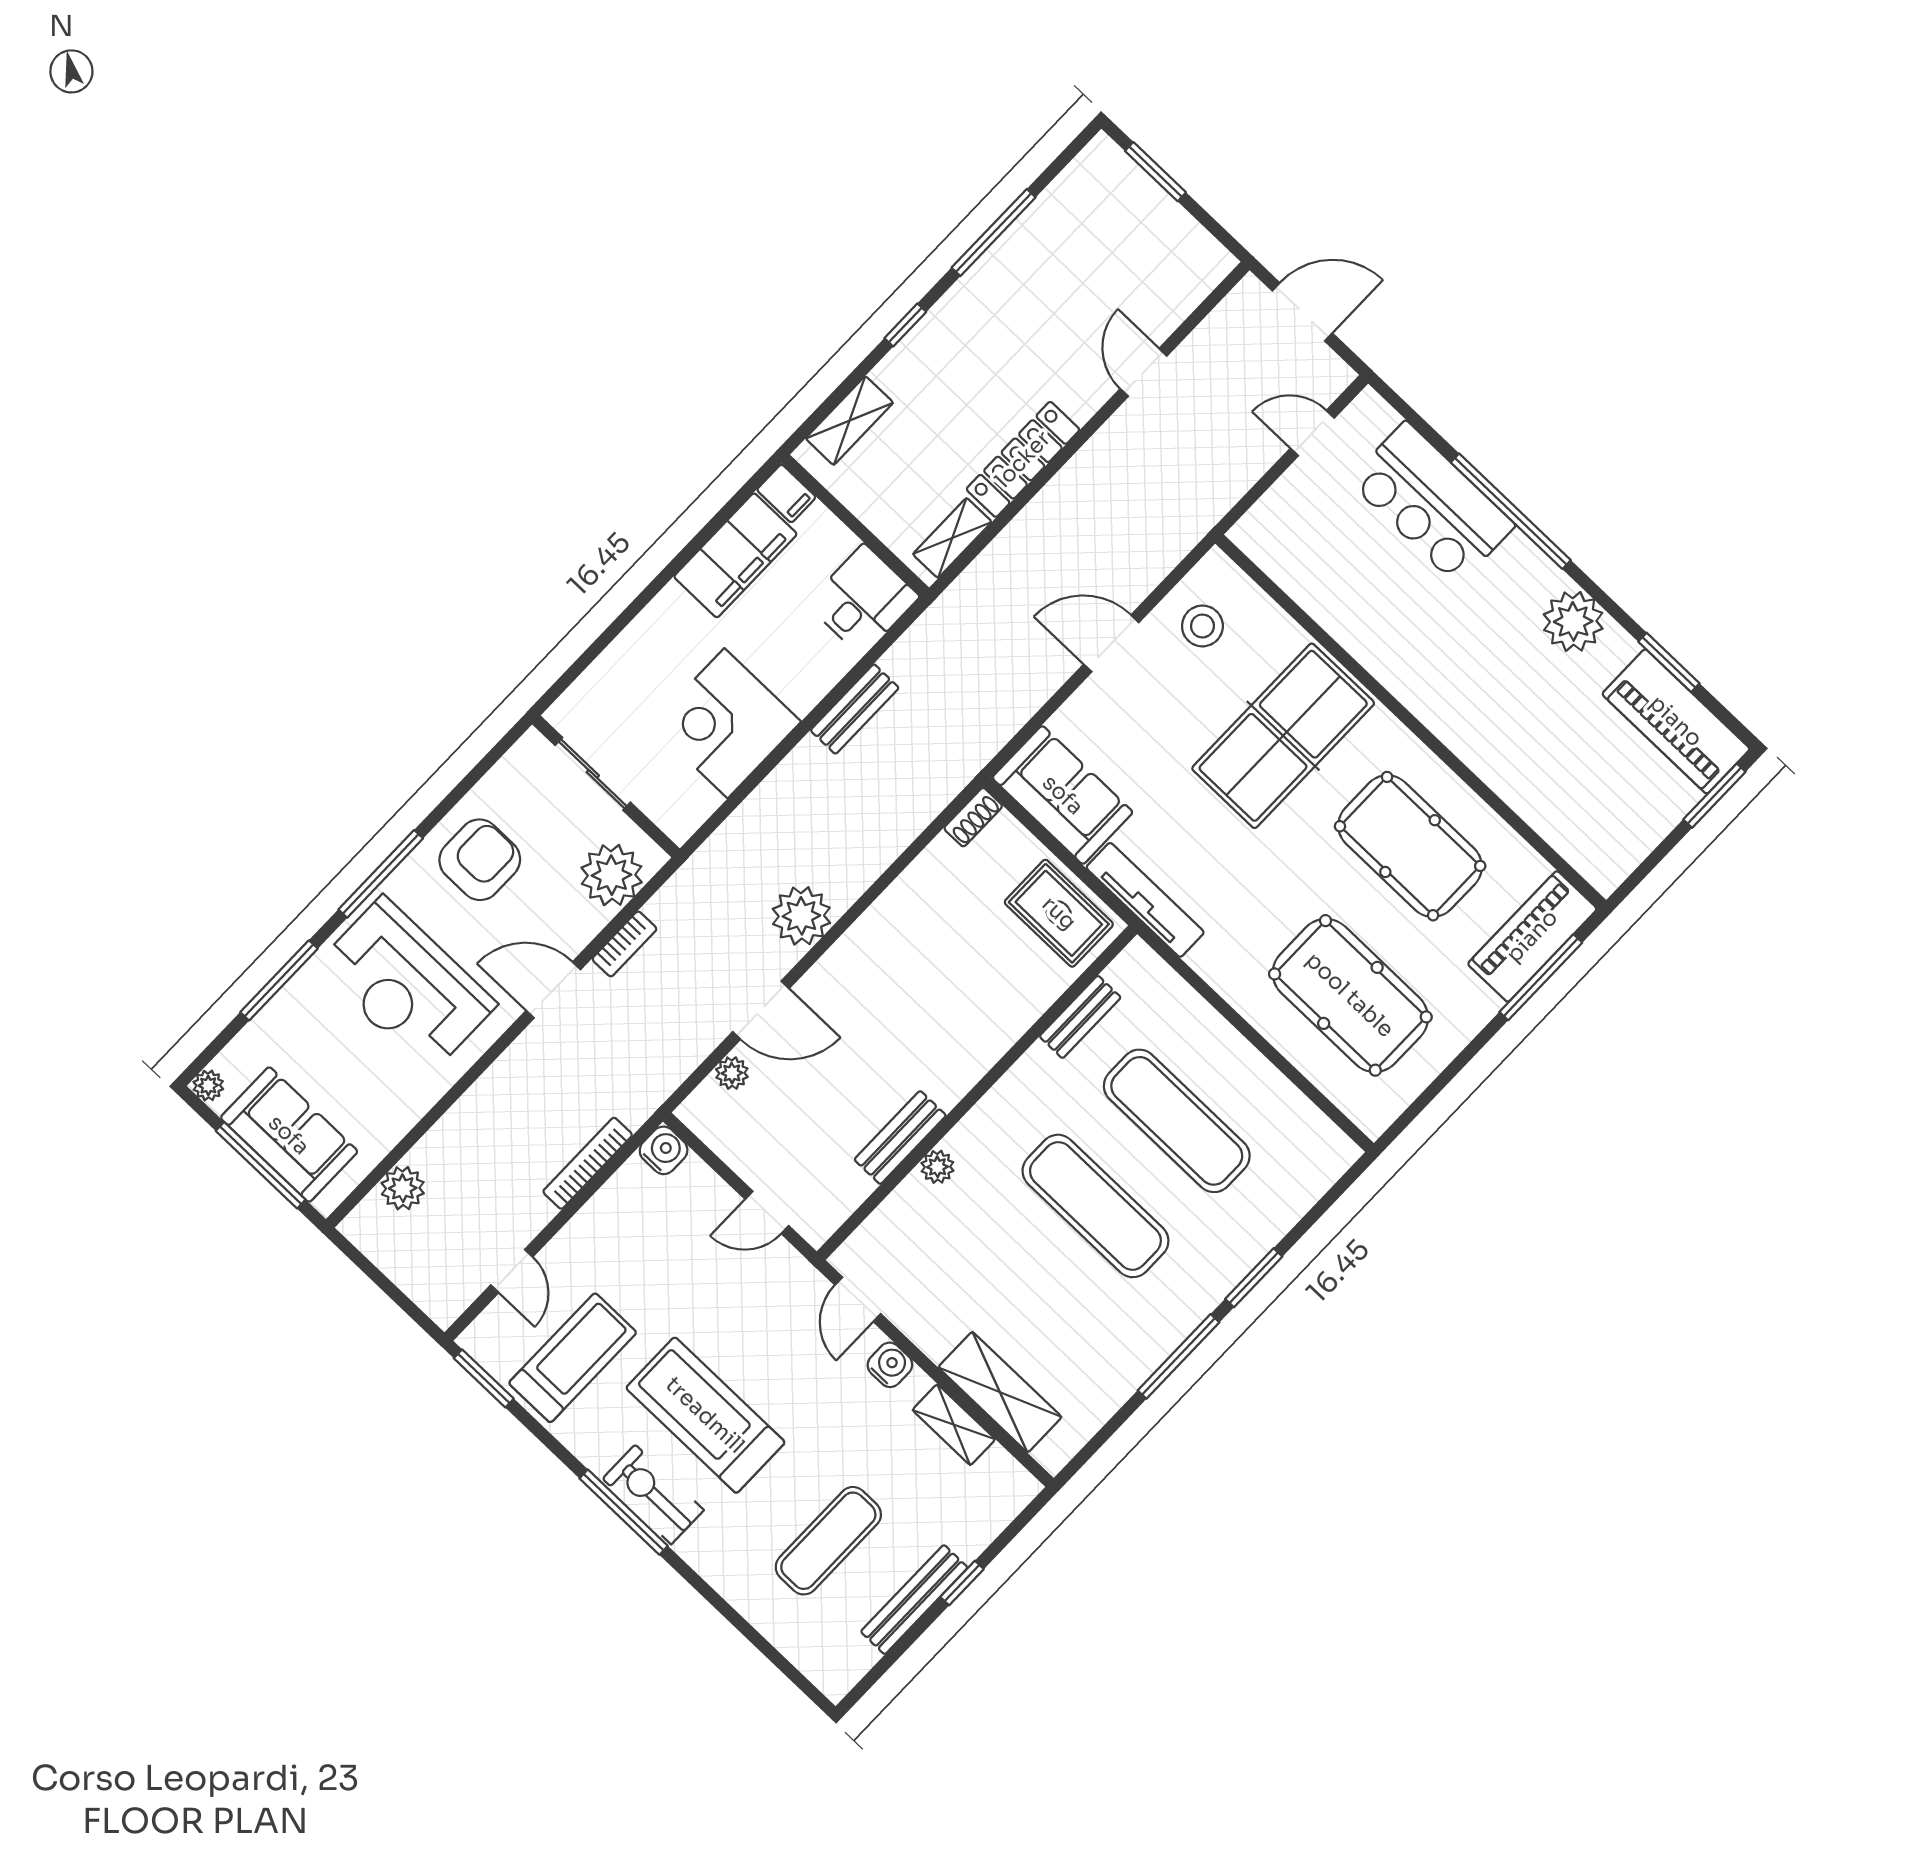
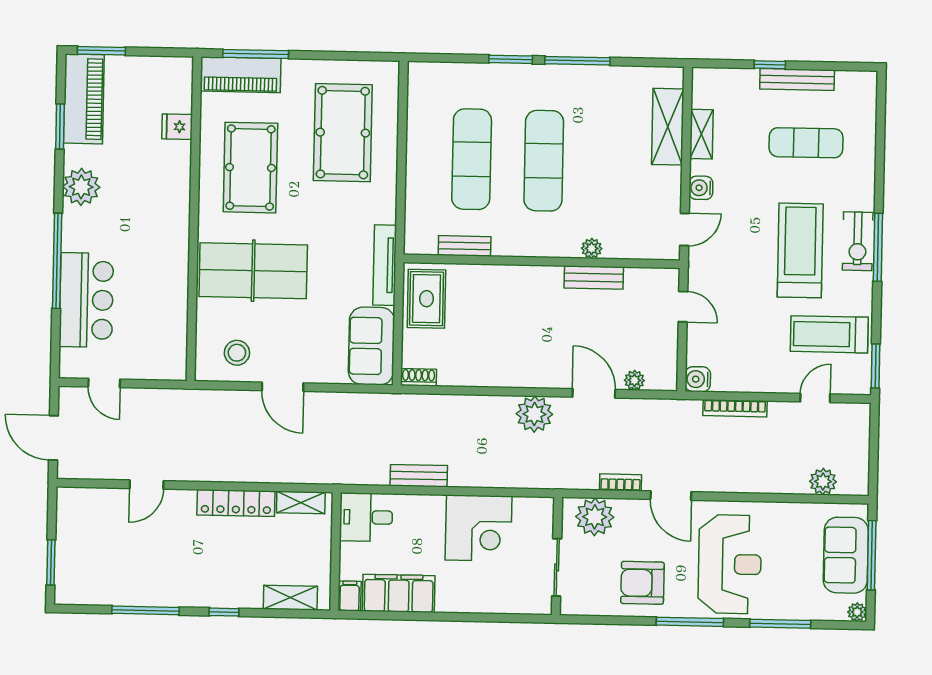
fridge: (1540, 803) -> (177, 127), added
treadmill: (705, 1415) -> (800, 250), turned 180

